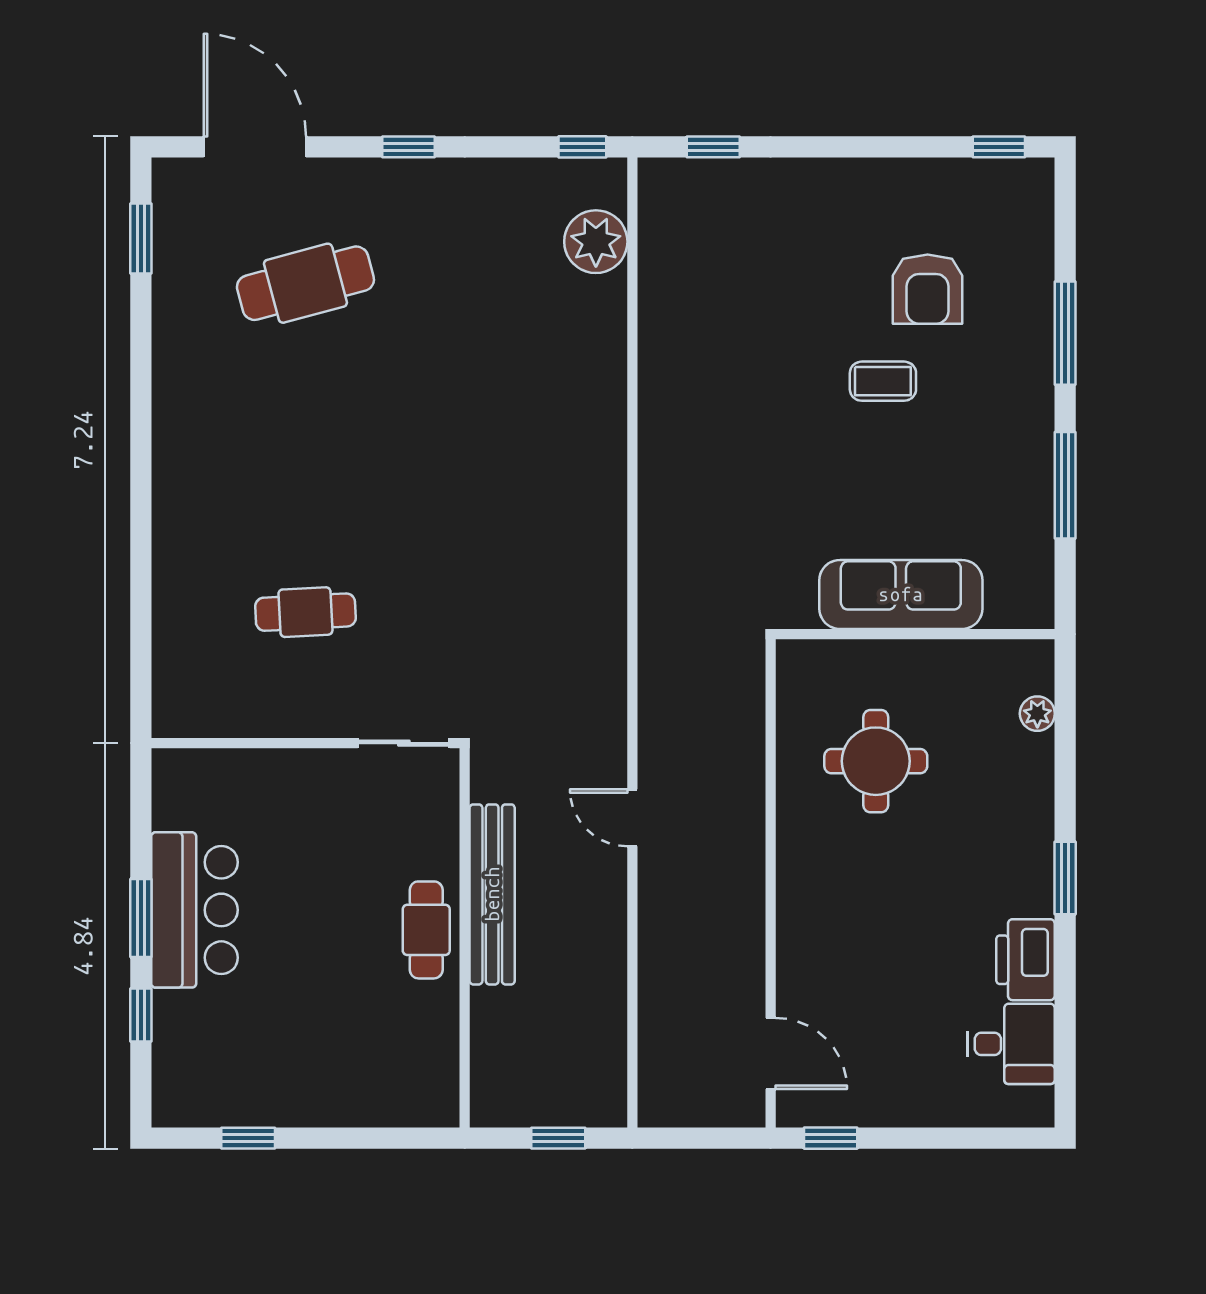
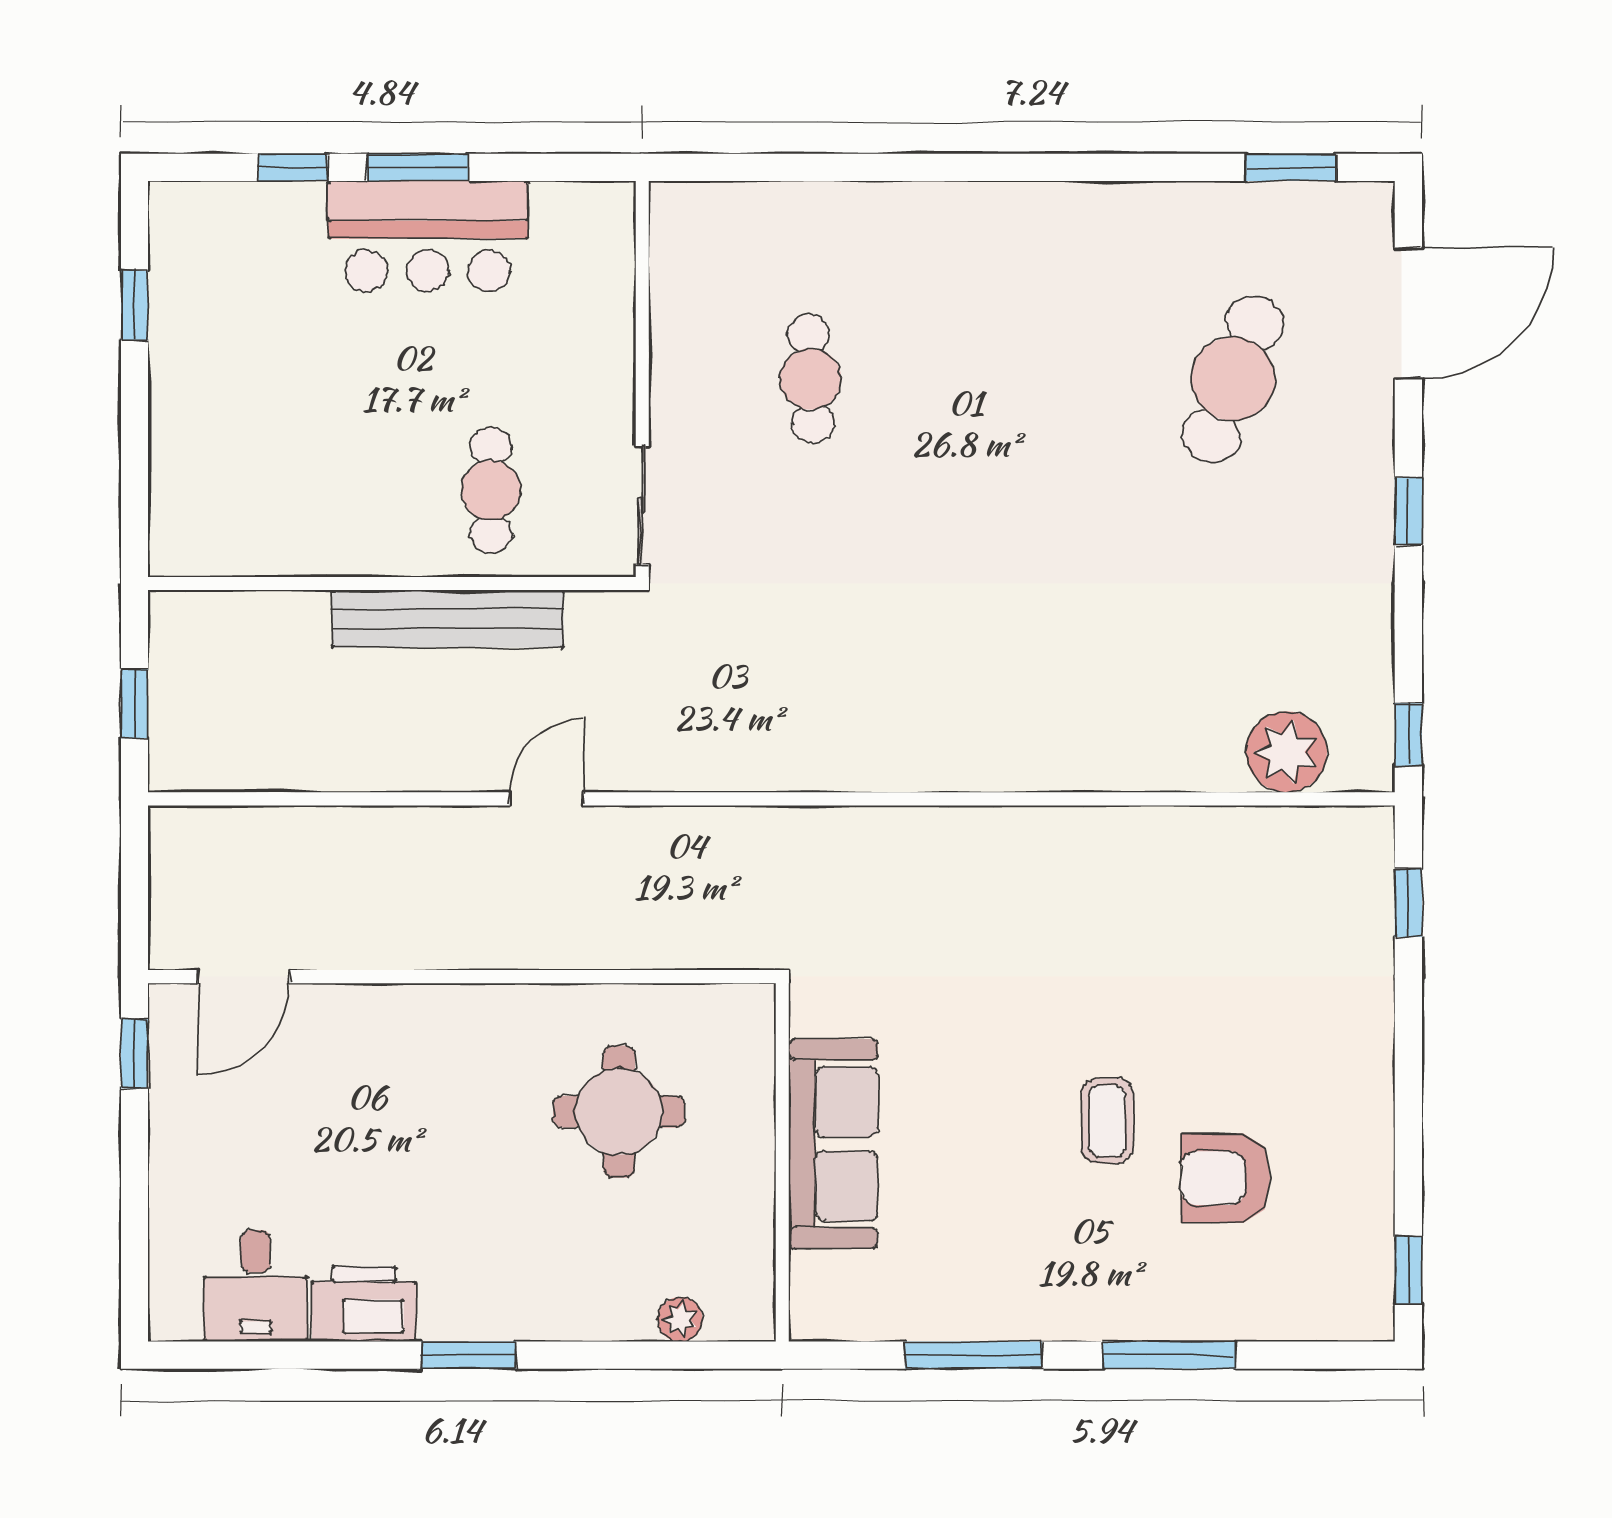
cafe table: (305, 283) -> (1233, 379), turned 36
cafe table: (426, 930) -> (491, 490), moved, turned 90

